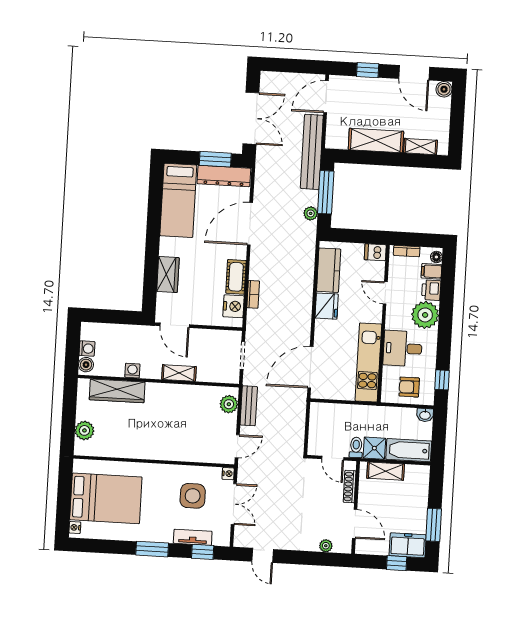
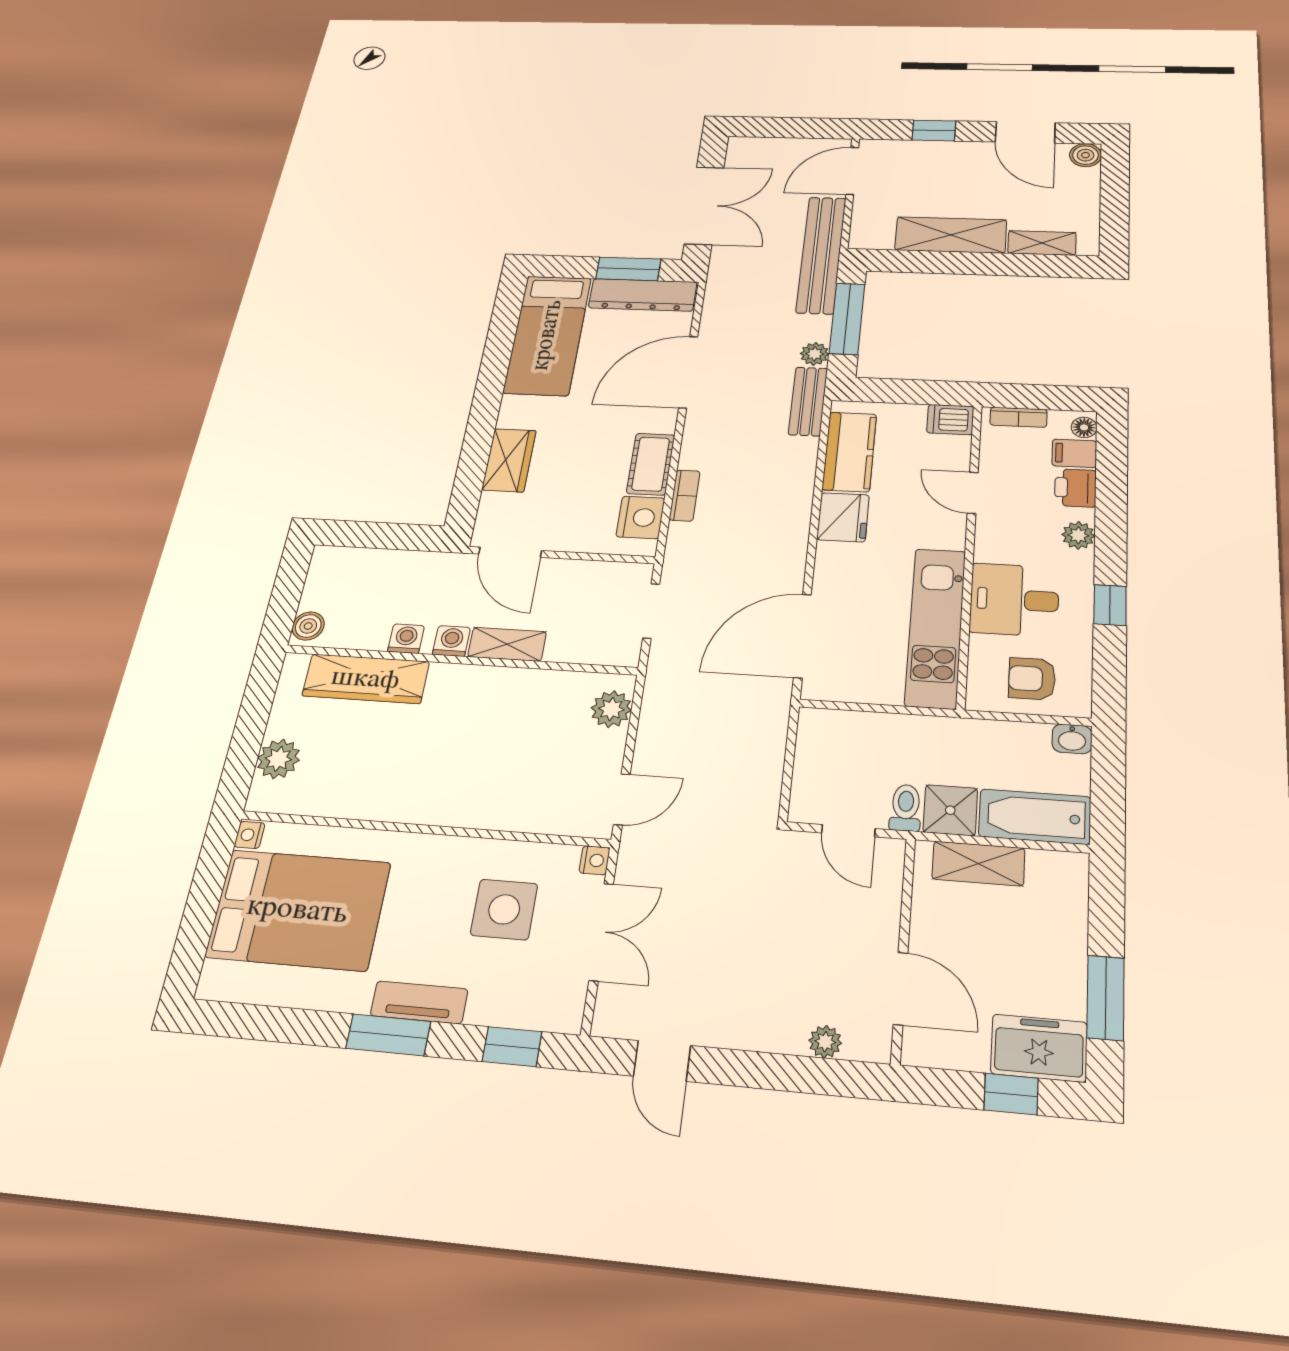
plant: (425, 315) -> (1078, 535), width x0.53, depth x0.53
washing machine: (87, 349) -> (451, 641), moved, turned -90
window: (442, 380) -> (1110, 605), moved
bench: (249, 406) -> (808, 401), moved
shoe rack: (350, 487) -> (889, 898), removed
nightstand: (75, 527) -> (249, 835), moved
tv unit: (193, 537) -> (419, 1002), moved

